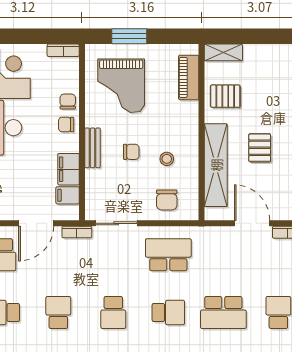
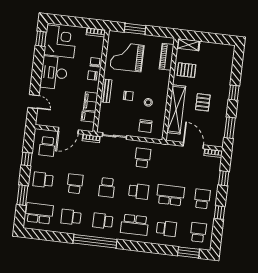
grand piano: (121, 86) -> (127, 57), turned 90
school desk: (168, 255) -> (143, 158), width x0.54
school desk: (223, 312) -> (170, 195), turned 180

